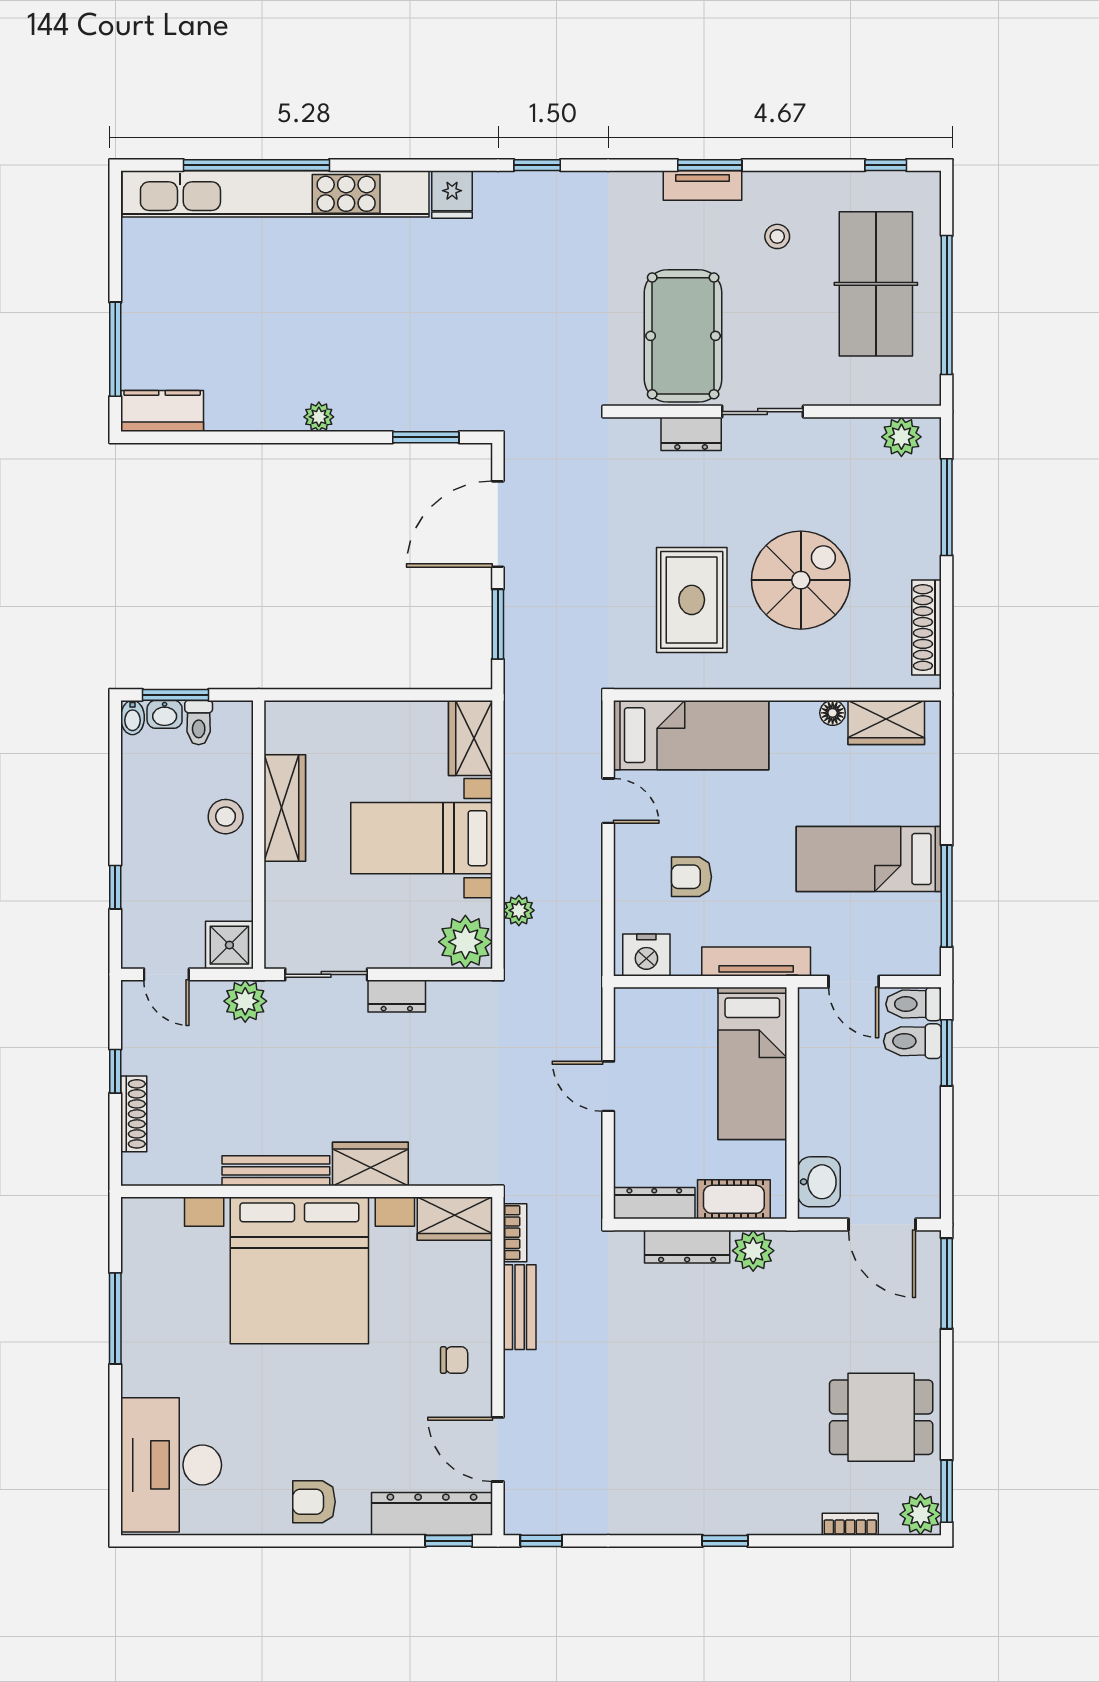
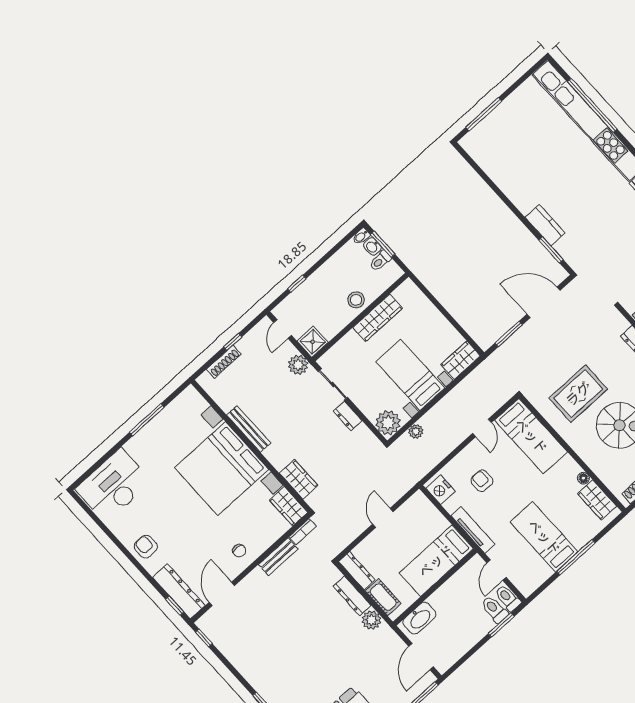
kitchen counter: (162, 411) -> (545, 225), moved
plant: (319, 417) -> (524, 206), removed
window: (947, 896) -> (576, 557), moved
wardrobe: (370, 1164) -> (299, 479), moved
washbasin: (819, 1182) -> (419, 618), width x1.38

